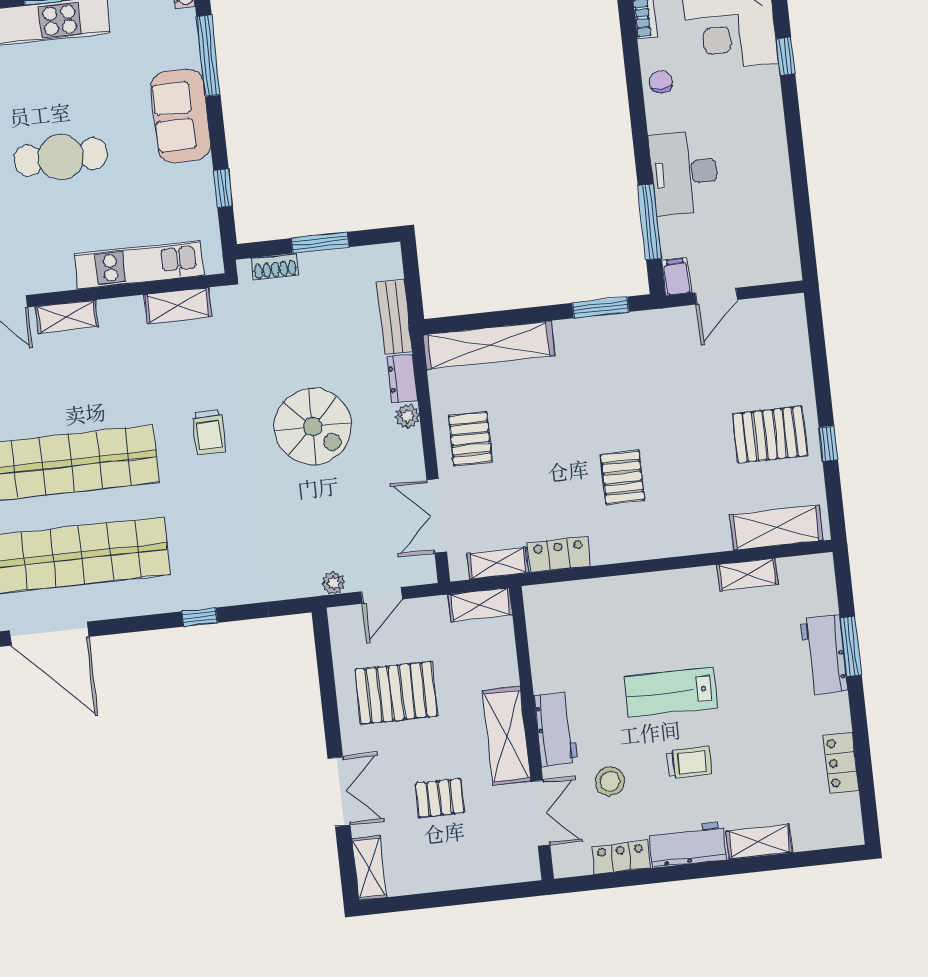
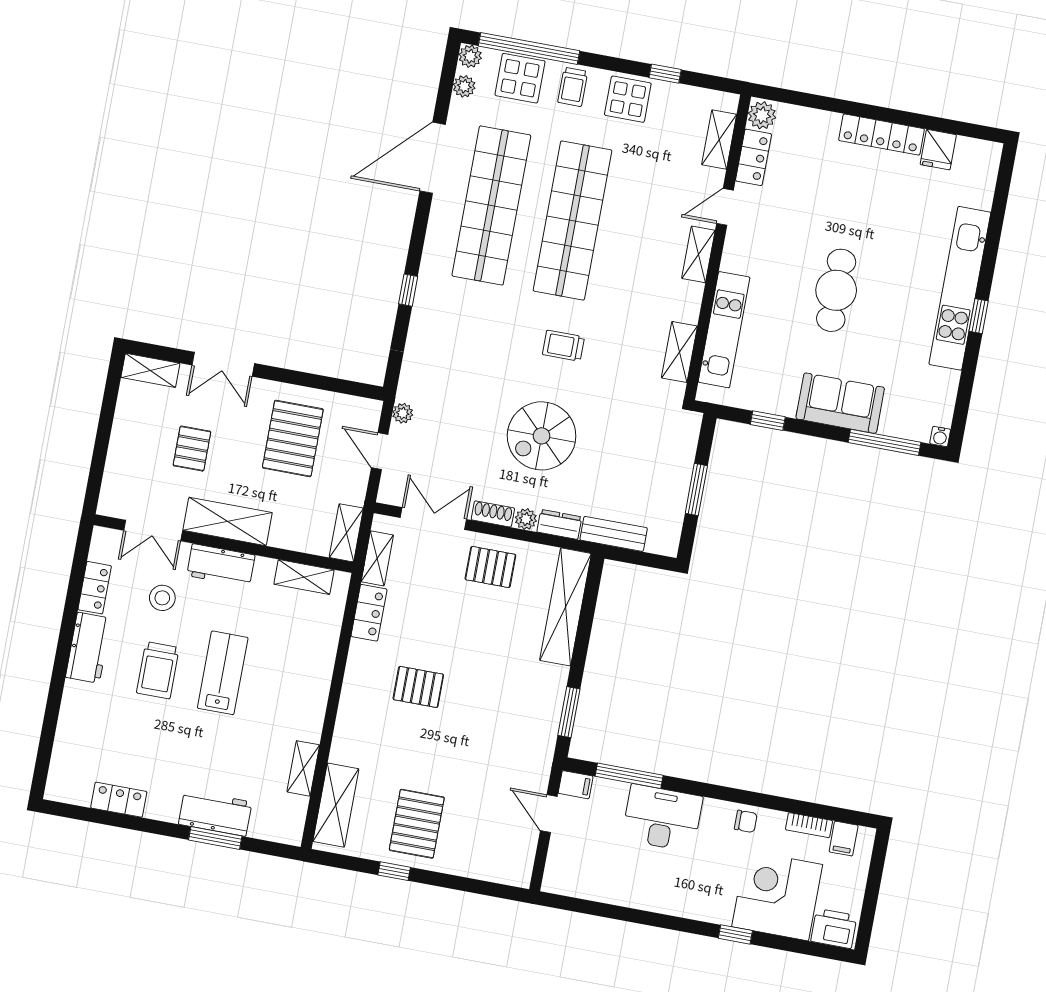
shoe rack: (275, 267) -> (493, 514), moved, turned 90
trolley: (689, 763) -> (158, 670), width x1.36, depth x1.39
shelving: (759, 842) -> (304, 577), moved, turned 90

